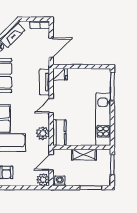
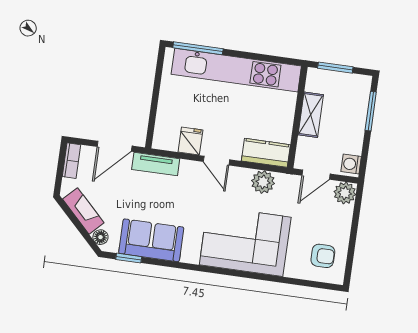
door: (51, 48) -> (115, 146), swing flipped
fridge: (60, 74) -> (190, 141), moved
tv unit: (44, 82) -> (156, 164), moved
kitchen unit: (103, 119) -> (236, 70), width x1.36
door: (51, 162) -> (316, 175), hinge flipped

